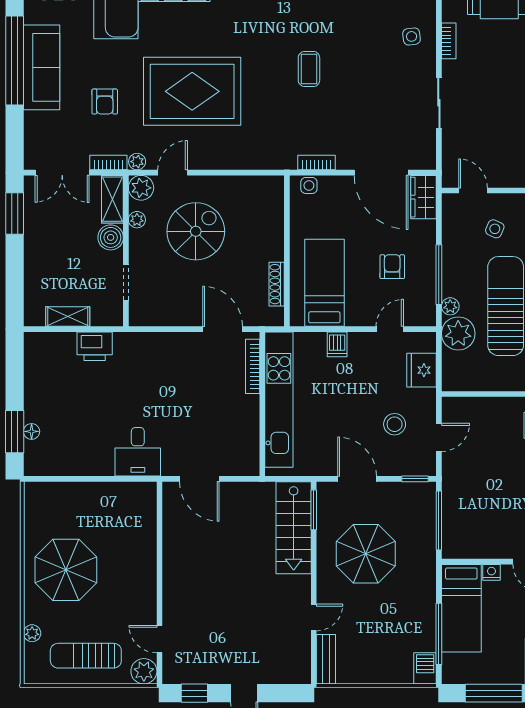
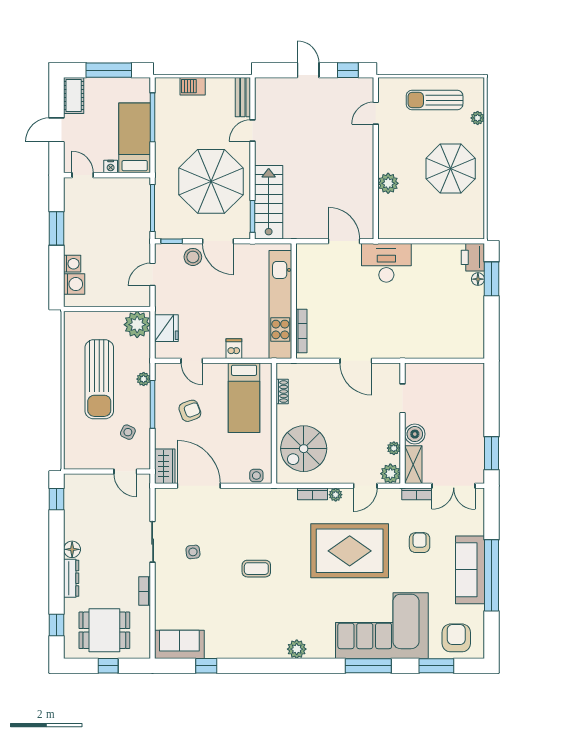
side table: (412, 36) -> (193, 552), moved
coffee table: (309, 69) -> (256, 569), turned 90
plant: (137, 162) -> (336, 495), moved
bookcase: (316, 162) -> (313, 494), moved
double door: (62, 173) -> (454, 486), swing flipped
side table: (495, 229) -> (128, 432), moved
spiral stairs: (196, 231) -> (304, 449), moved
armchair: (392, 267) -> (190, 411), turned -110
shoe rack: (277, 284) -> (282, 392), width x0.70
shelving: (68, 317) -> (449, 371), removed
door: (223, 329) -> (356, 361), moved
door: (390, 329) -> (192, 361), hinge flipped
plant: (458, 333) -> (137, 325), moved
printer: (95, 346) -> (473, 257), moved, turned -90
stool: (395, 424) -> (193, 257), moved
desk: (138, 452) -> (386, 263), width x1.37
parasol: (366, 554) -> (211, 181), width x1.36, depth x1.36
door: (159, 639) -> (376, 113), swing flipped
sun lounger: (86, 656) -> (435, 100), turned 180
barbecue: (425, 668) -> (193, 86), moved, turned 90
plant: (144, 671) -> (388, 183), moved

